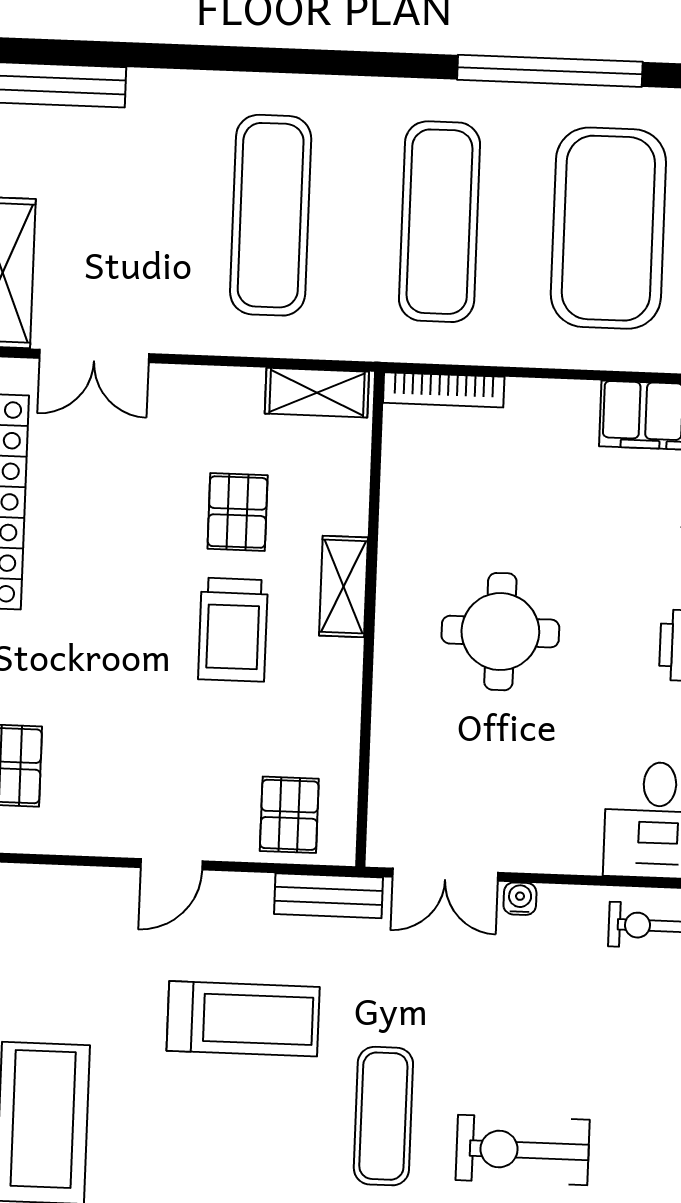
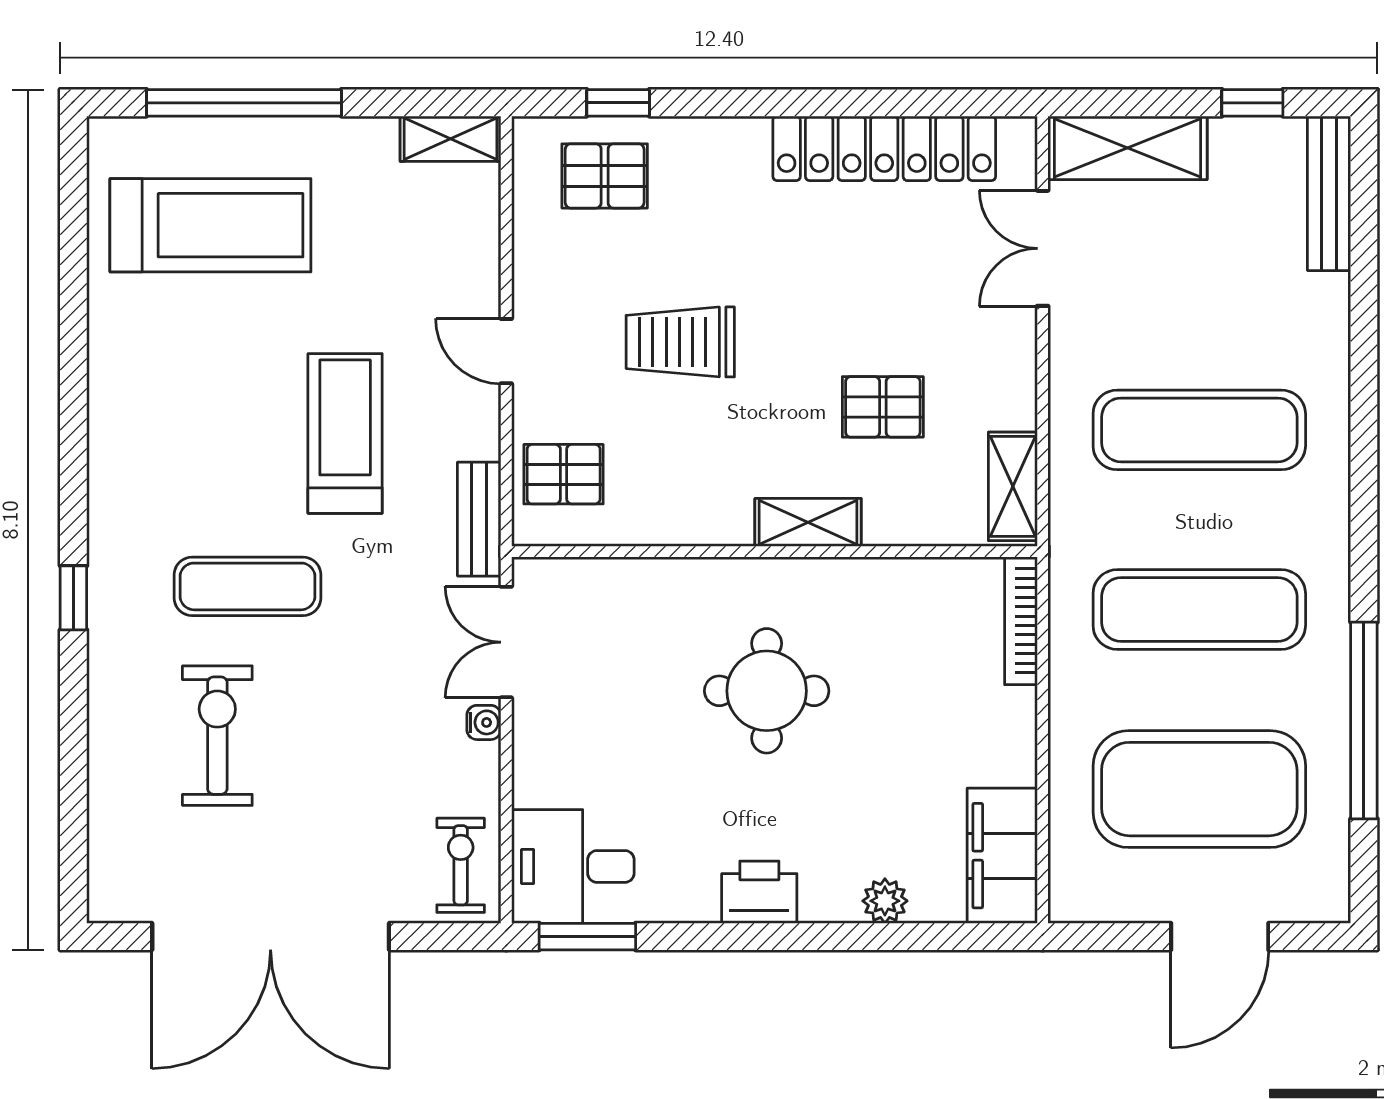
trolley: (233, 630) -> (680, 342), moved
treadmill: (243, 1019) -> (345, 433), turned 180

